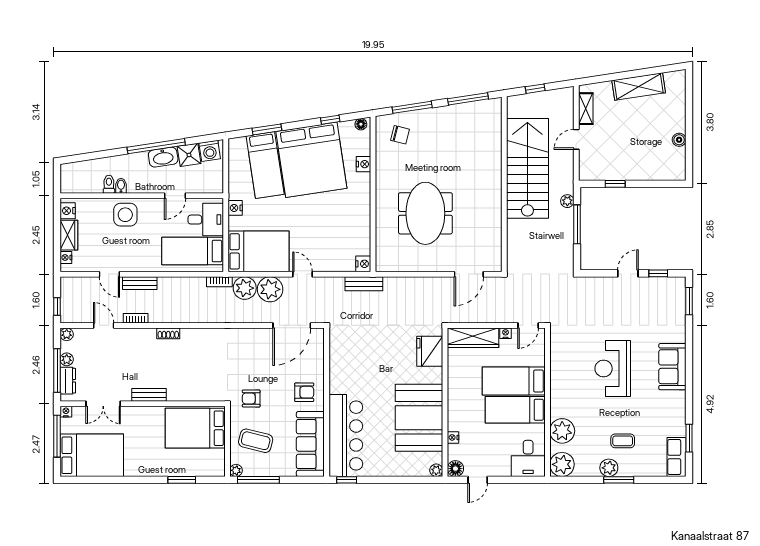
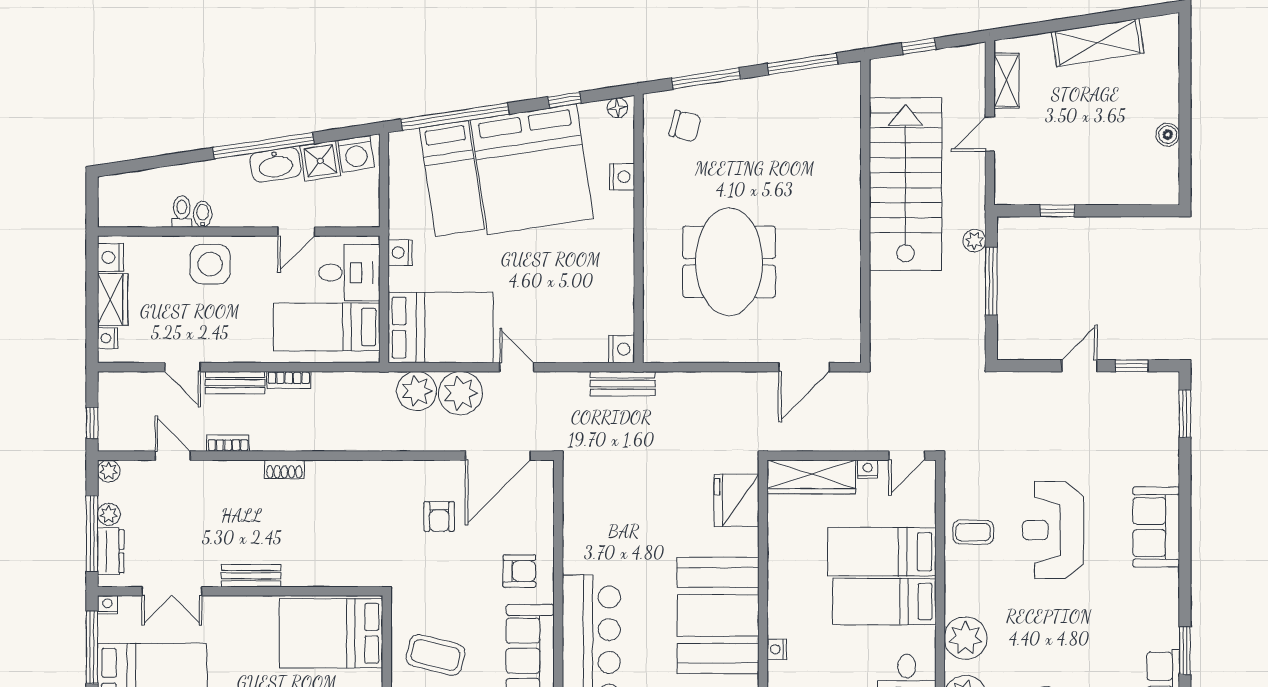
window: (267, 129) -> (455, 117), width x2.11
bookcase: (219, 282) -> (289, 380), moved
armchair: (251, 399) -> (439, 516), moved, turned -90
coffee table: (623, 441) -> (973, 532), moved

